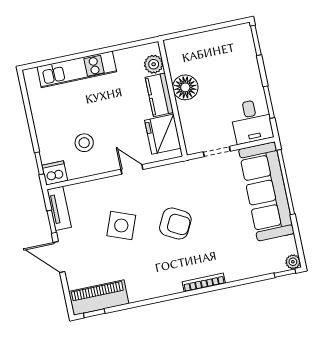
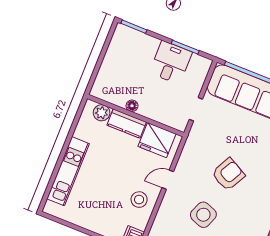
floor lamp: (185, 87) -> (132, 106), width x0.53, depth x0.53
desk: (252, 121) -> (171, 62), moved, turned -90
stool: (84, 143) -> (139, 200), moved

